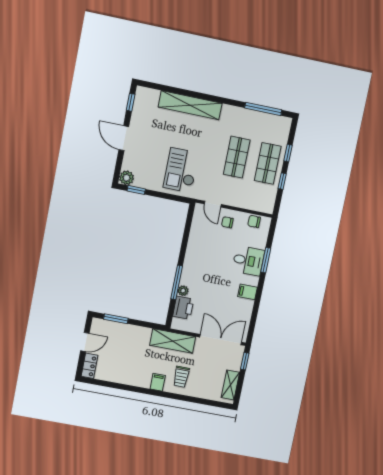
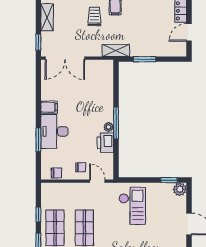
desk: (248, 261) -> (54, 131), width x1.37
window: (177, 282) -> (116, 123), moved
plant: (183, 291) -> (109, 127), moved
printer: (183, 308) -> (105, 143), moved
window: (116, 319) -> (145, 59), moved
shelving: (173, 341) -> (116, 50), width x0.67, depth x0.75

